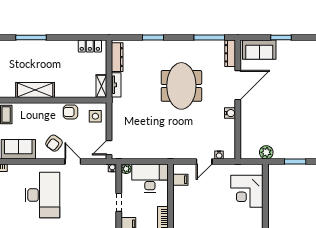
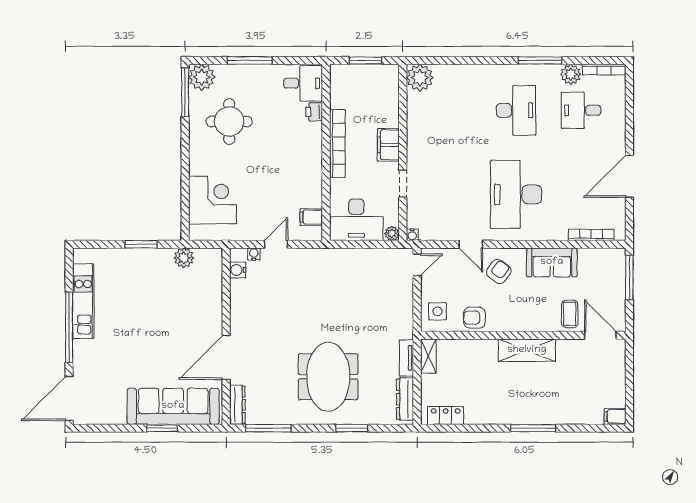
sofa: (259, 50) -> (173, 406), width x1.85, depth x1.27
meeting table: (181, 86) -> (328, 377), moved
armchair: (70, 112) -> (474, 318), turned 180
water cooler: (230, 113) -> (238, 270), moved

